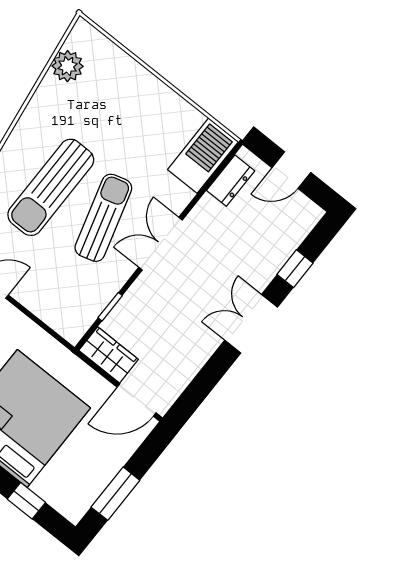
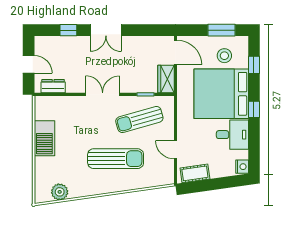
barbecue: (203, 156) -> (44, 138), moved, turned -90
sun lounger: (103, 218) -> (139, 119), moved
double door: (161, 244) -> (103, 94), swing flipped
stool: (74, 468) -> (224, 56), added

